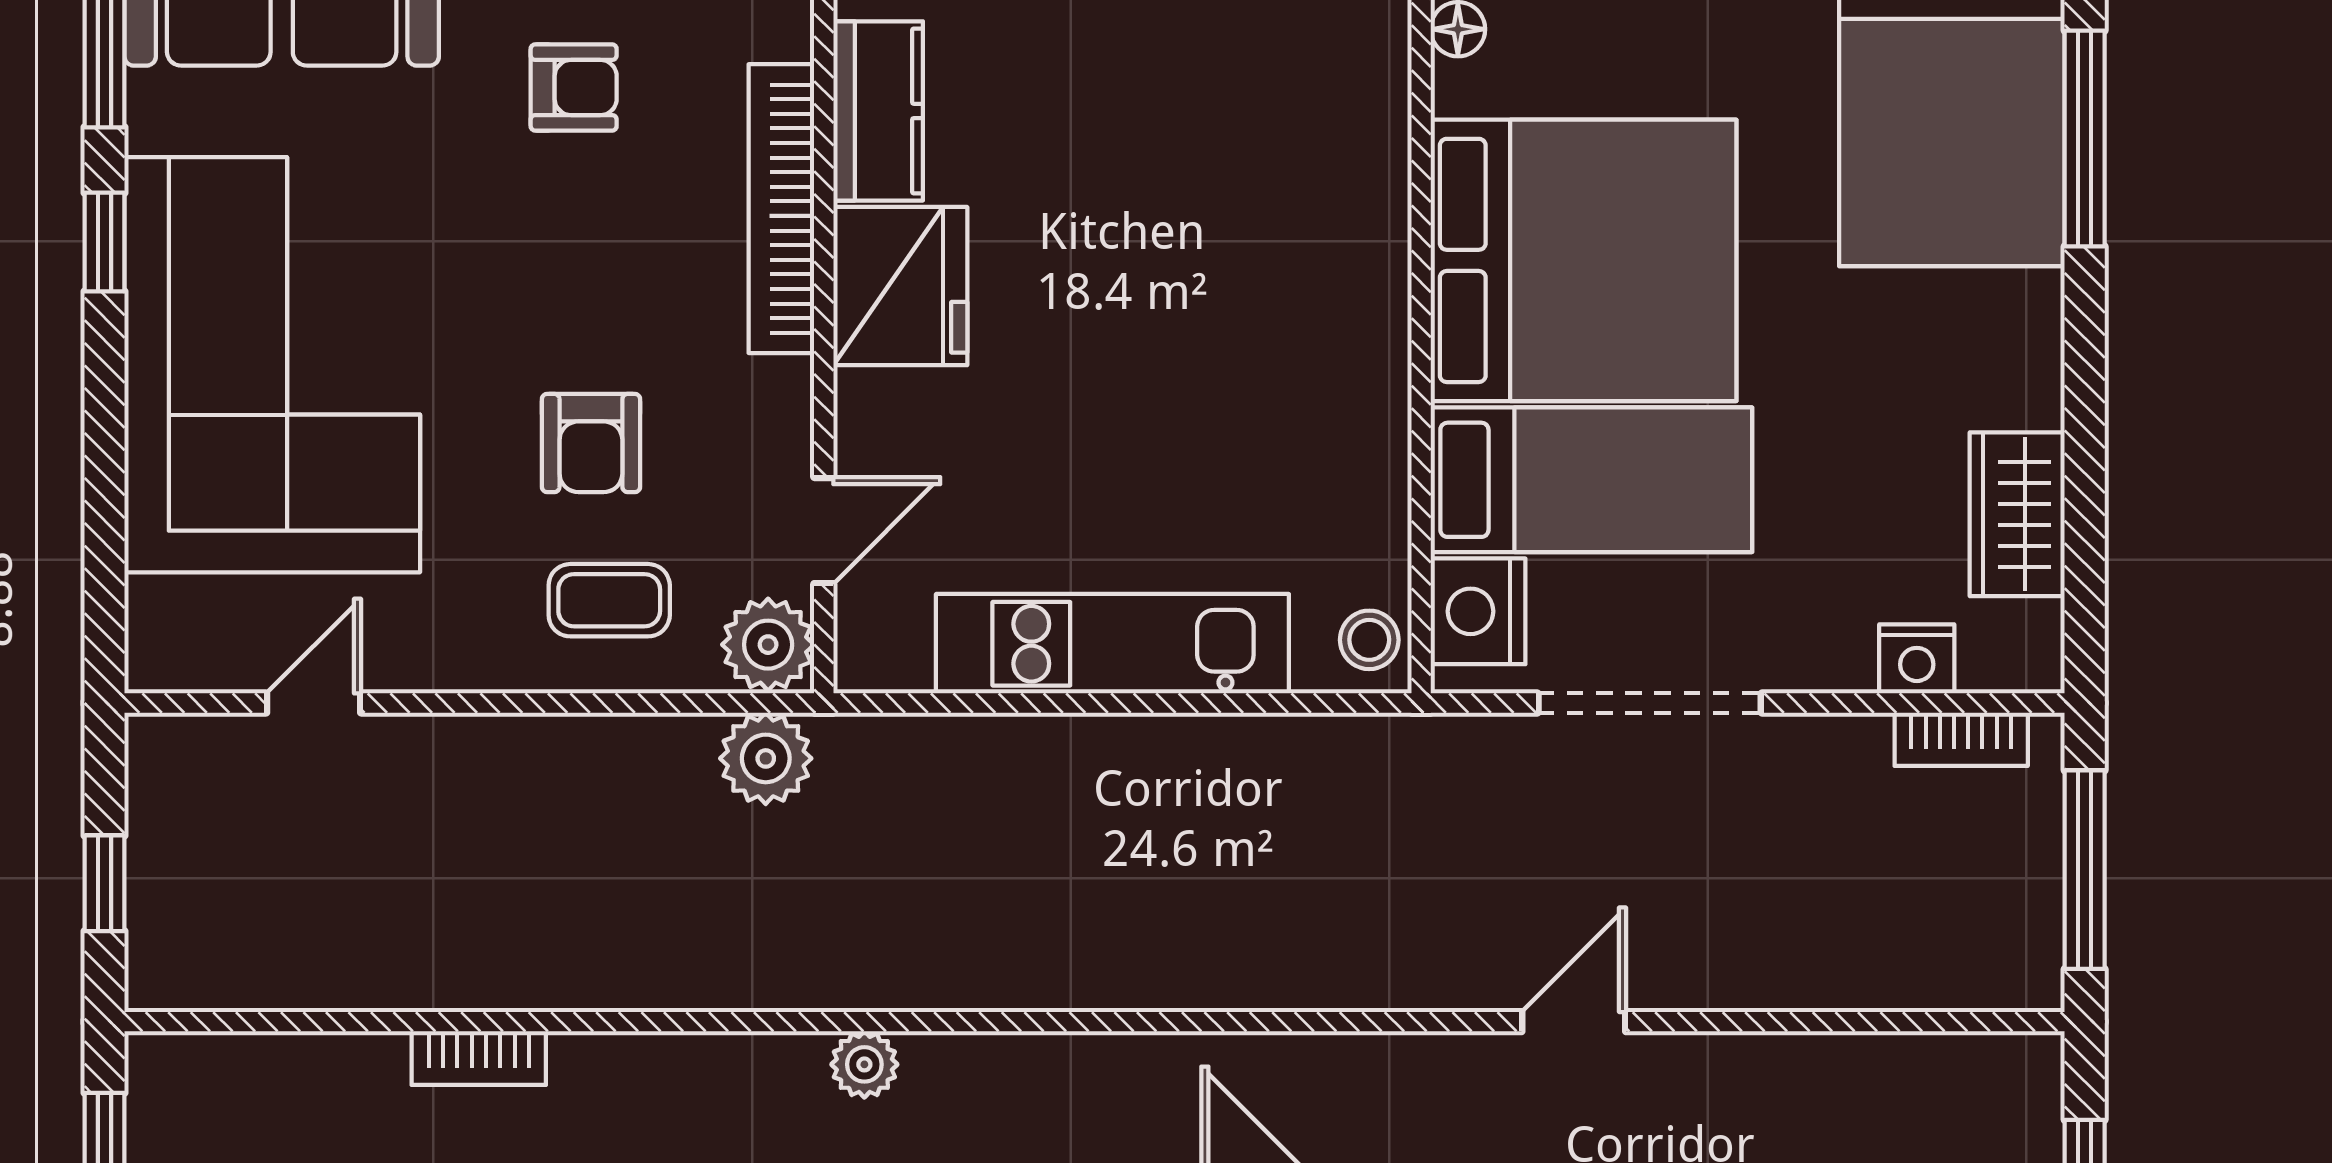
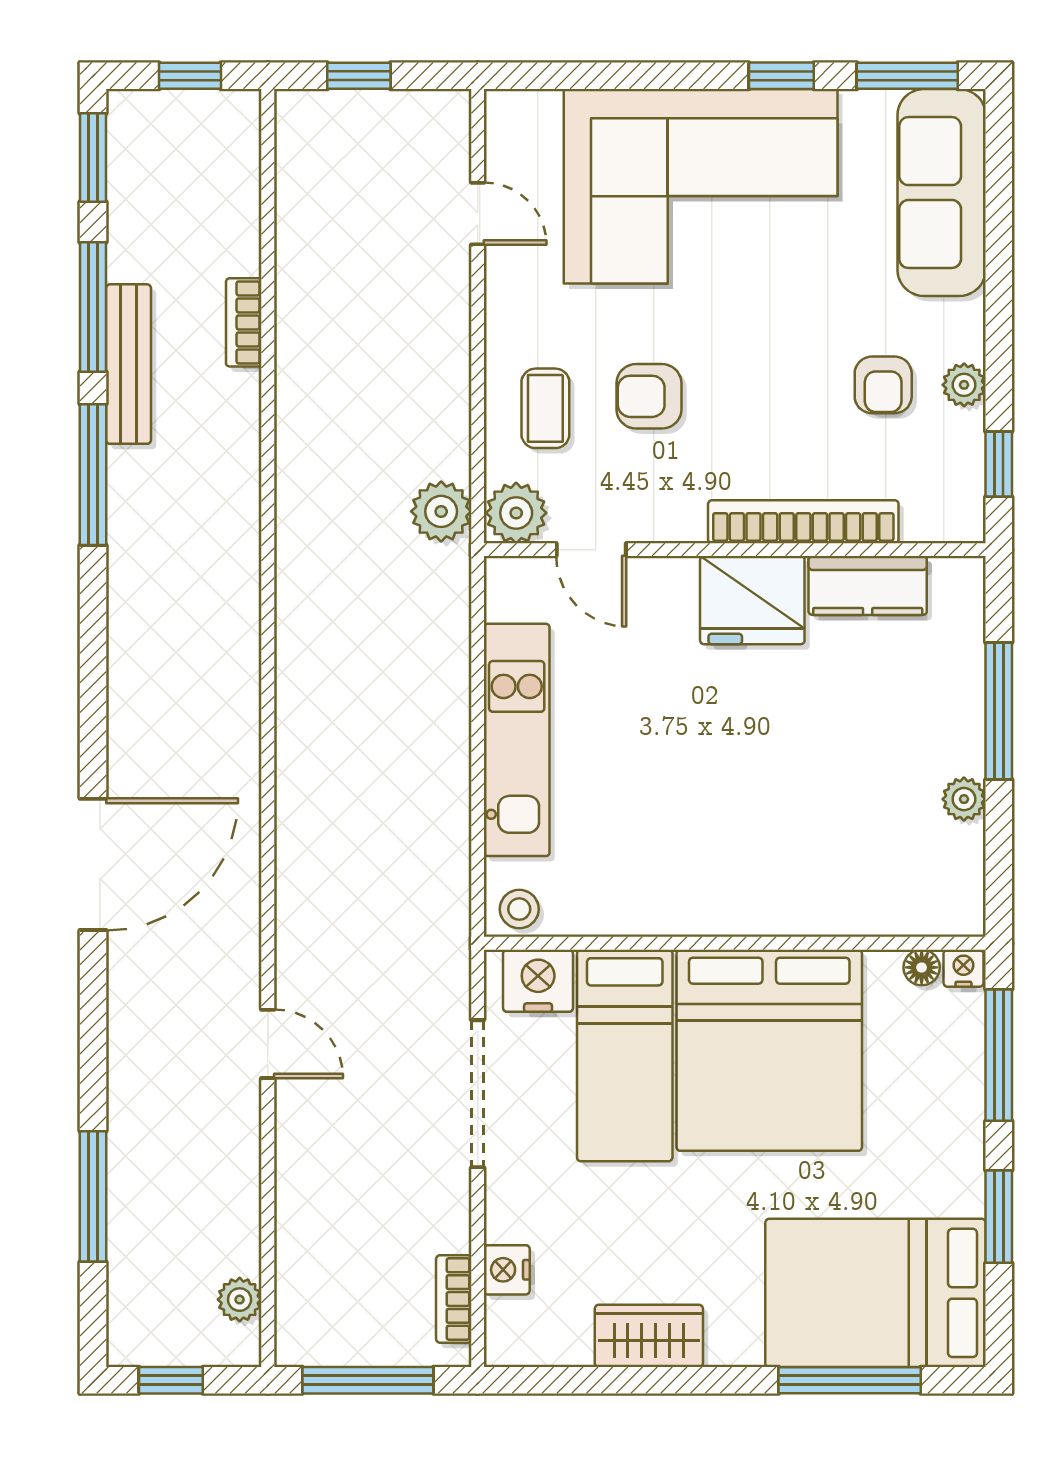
wardrobe: (2017, 514) -> (649, 1336), moved
plant: (864, 1064) -> (240, 1300), moved

